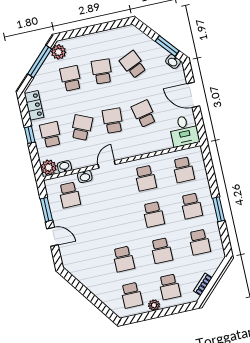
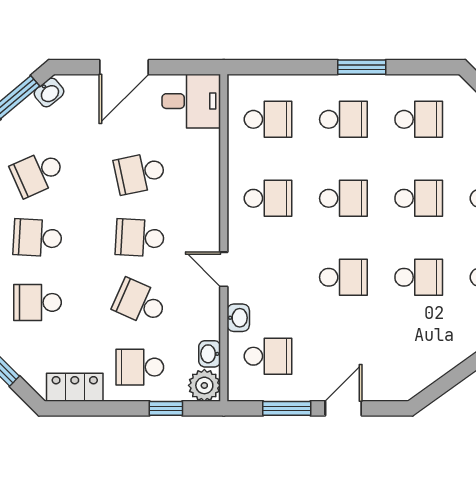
window: (30, 135) -> (166, 408), moved
school desk: (116, 223) -> (343, 277), added

